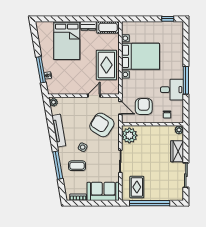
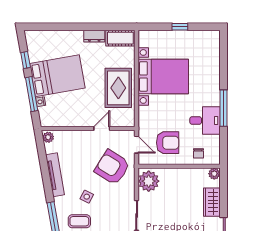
window: (168, 19) -> (180, 27), moved
bed: (67, 40) -> (57, 76), moved, turned -100
window: (36, 44) -> (26, 60), added
armchair: (144, 106) -> (168, 143), turned 90

